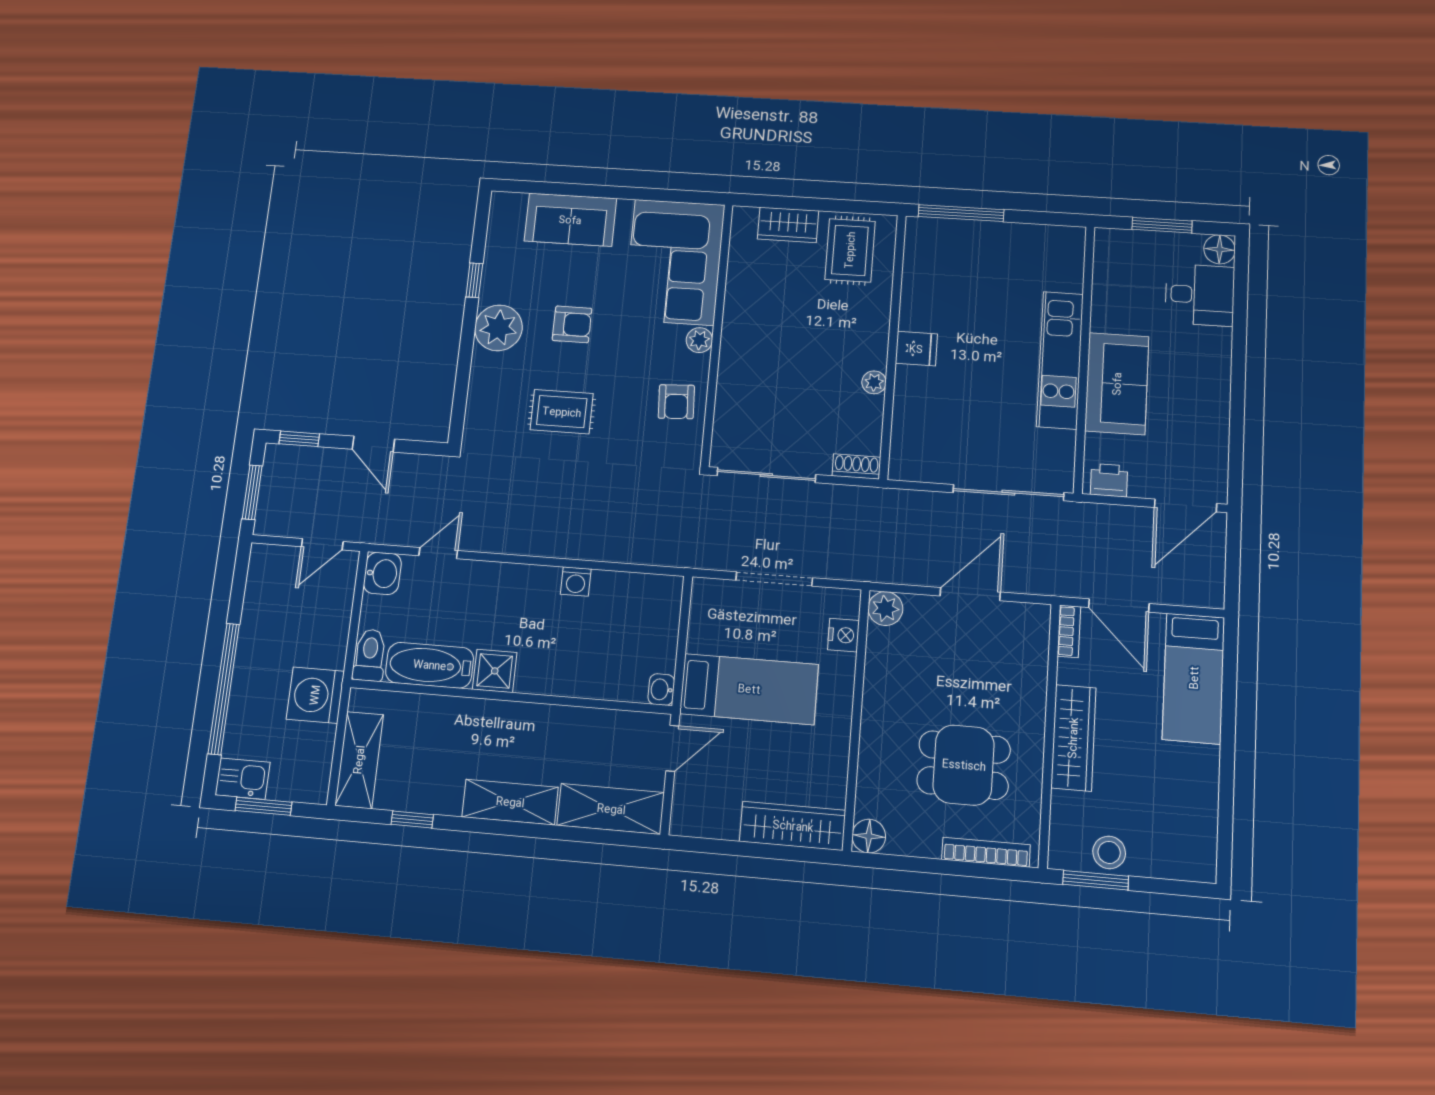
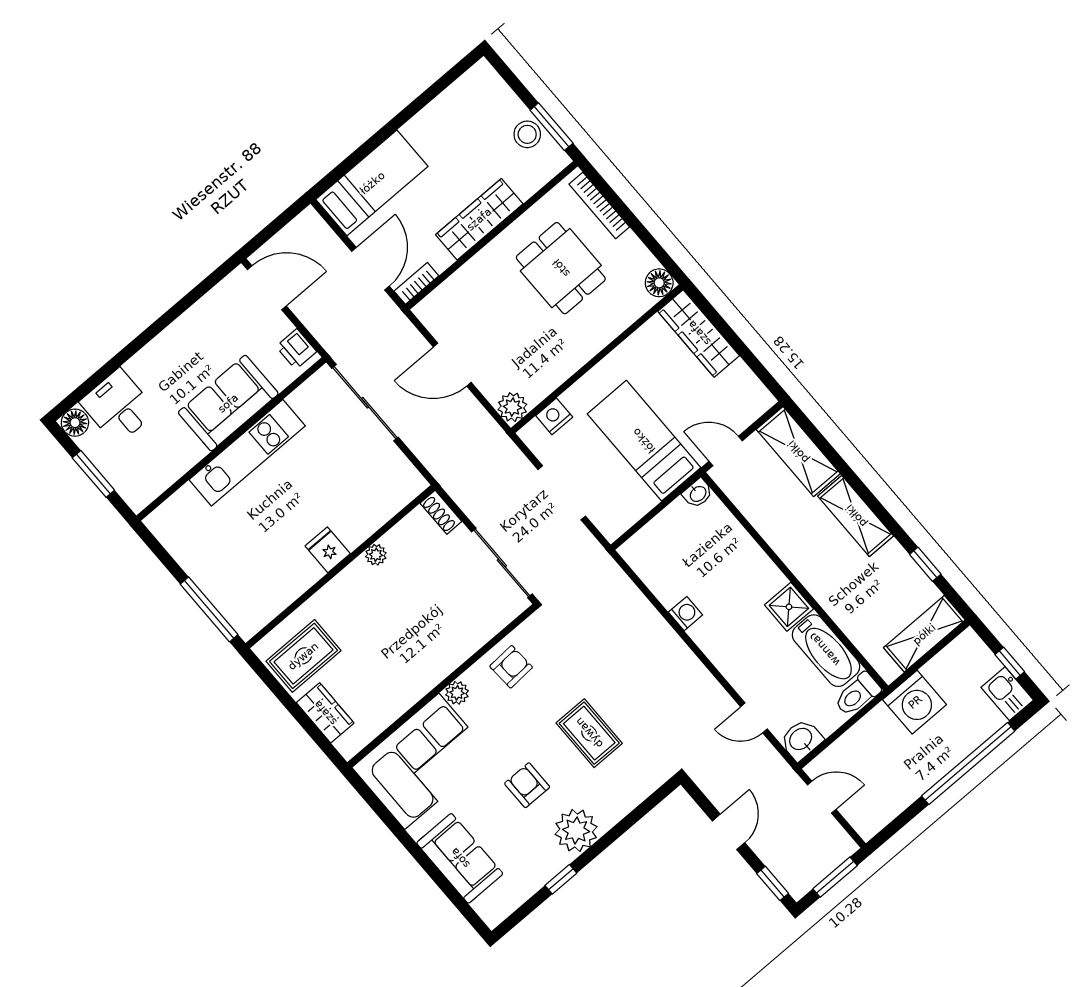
window: (263, 806) -> (1010, 663), width x0.67

